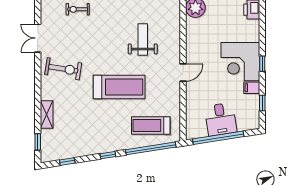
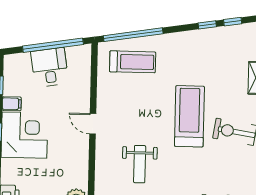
door: (183, 73) -> (93, 124), hinge flipped
treadmill: (119, 87) -> (189, 116), moved, turned 90
window: (108, 155) -> (207, 25), moved

